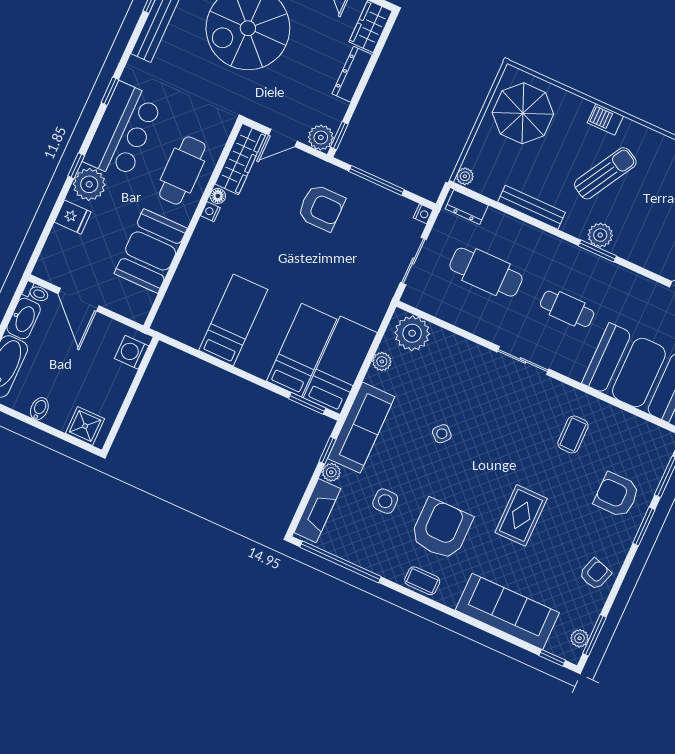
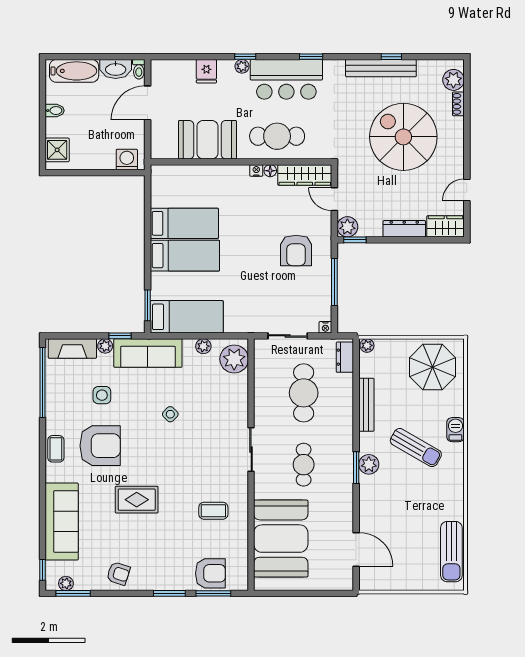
plant: (89, 184) -> (242, 66), width x0.53, depth x0.53
bed: (302, 350) -> (185, 256), moved
armchair: (617, 495) -> (210, 573), moved, turned 90

